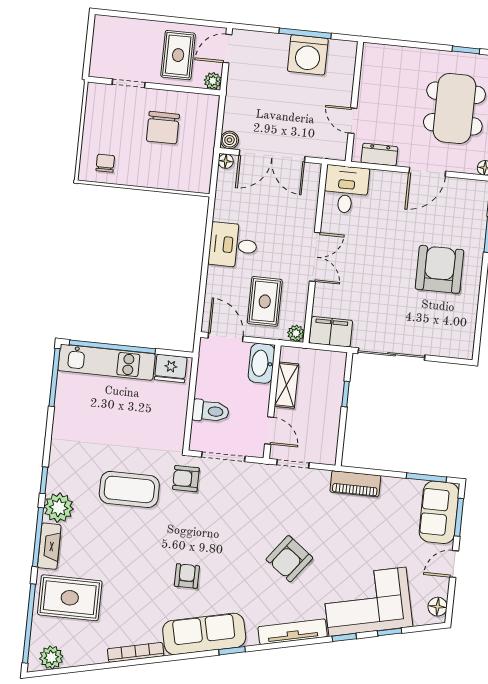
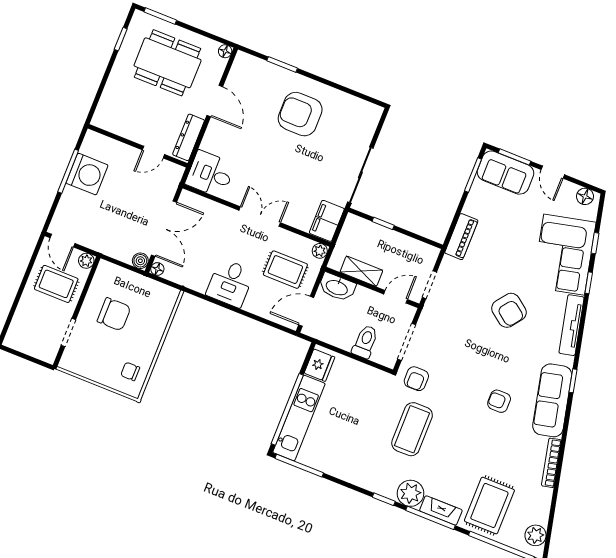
dresser: (379, 155) -> (189, 137), width x1.44

